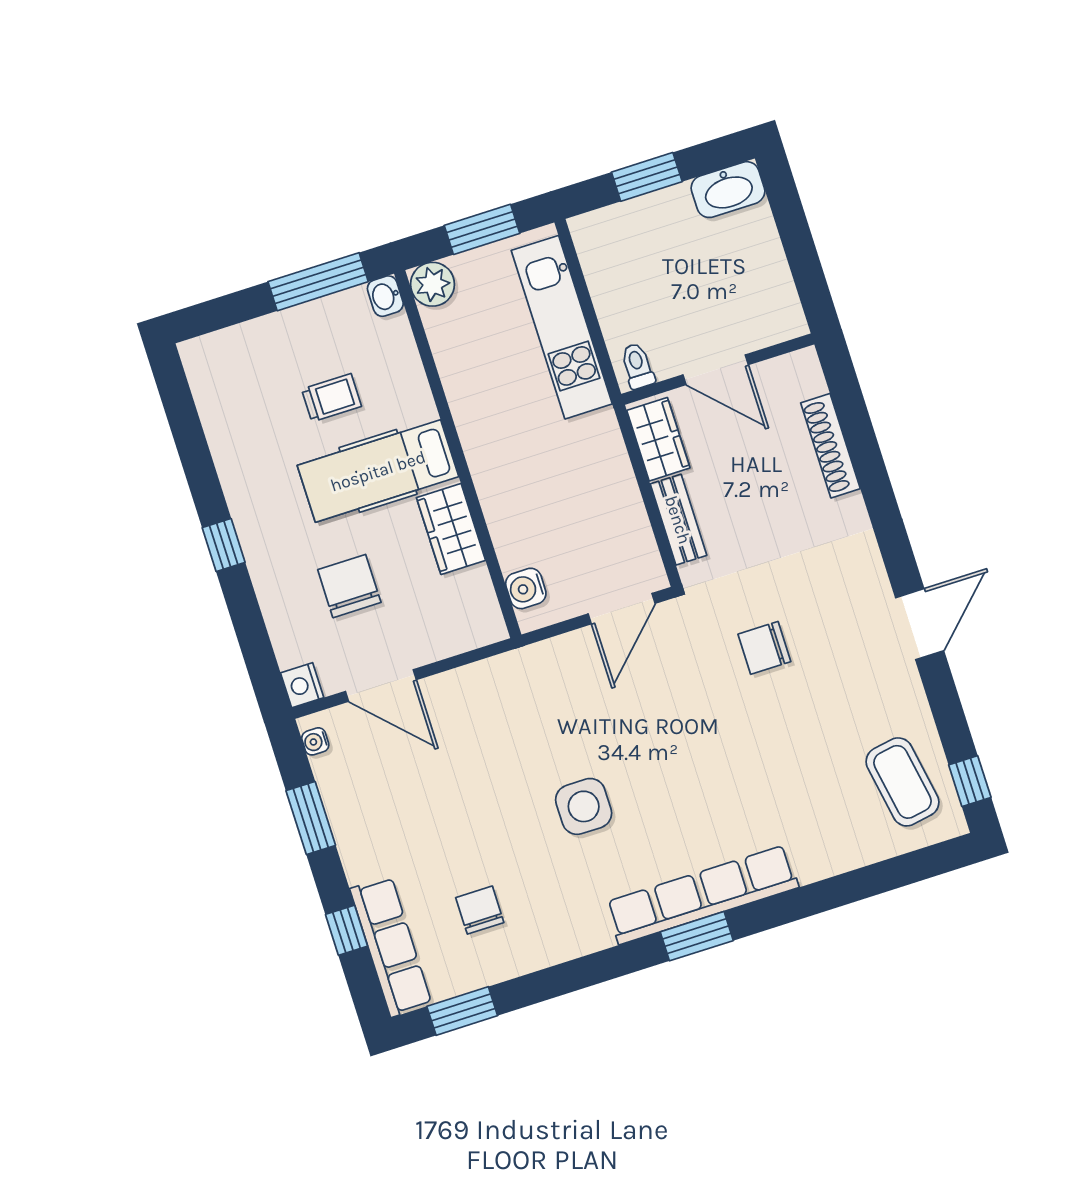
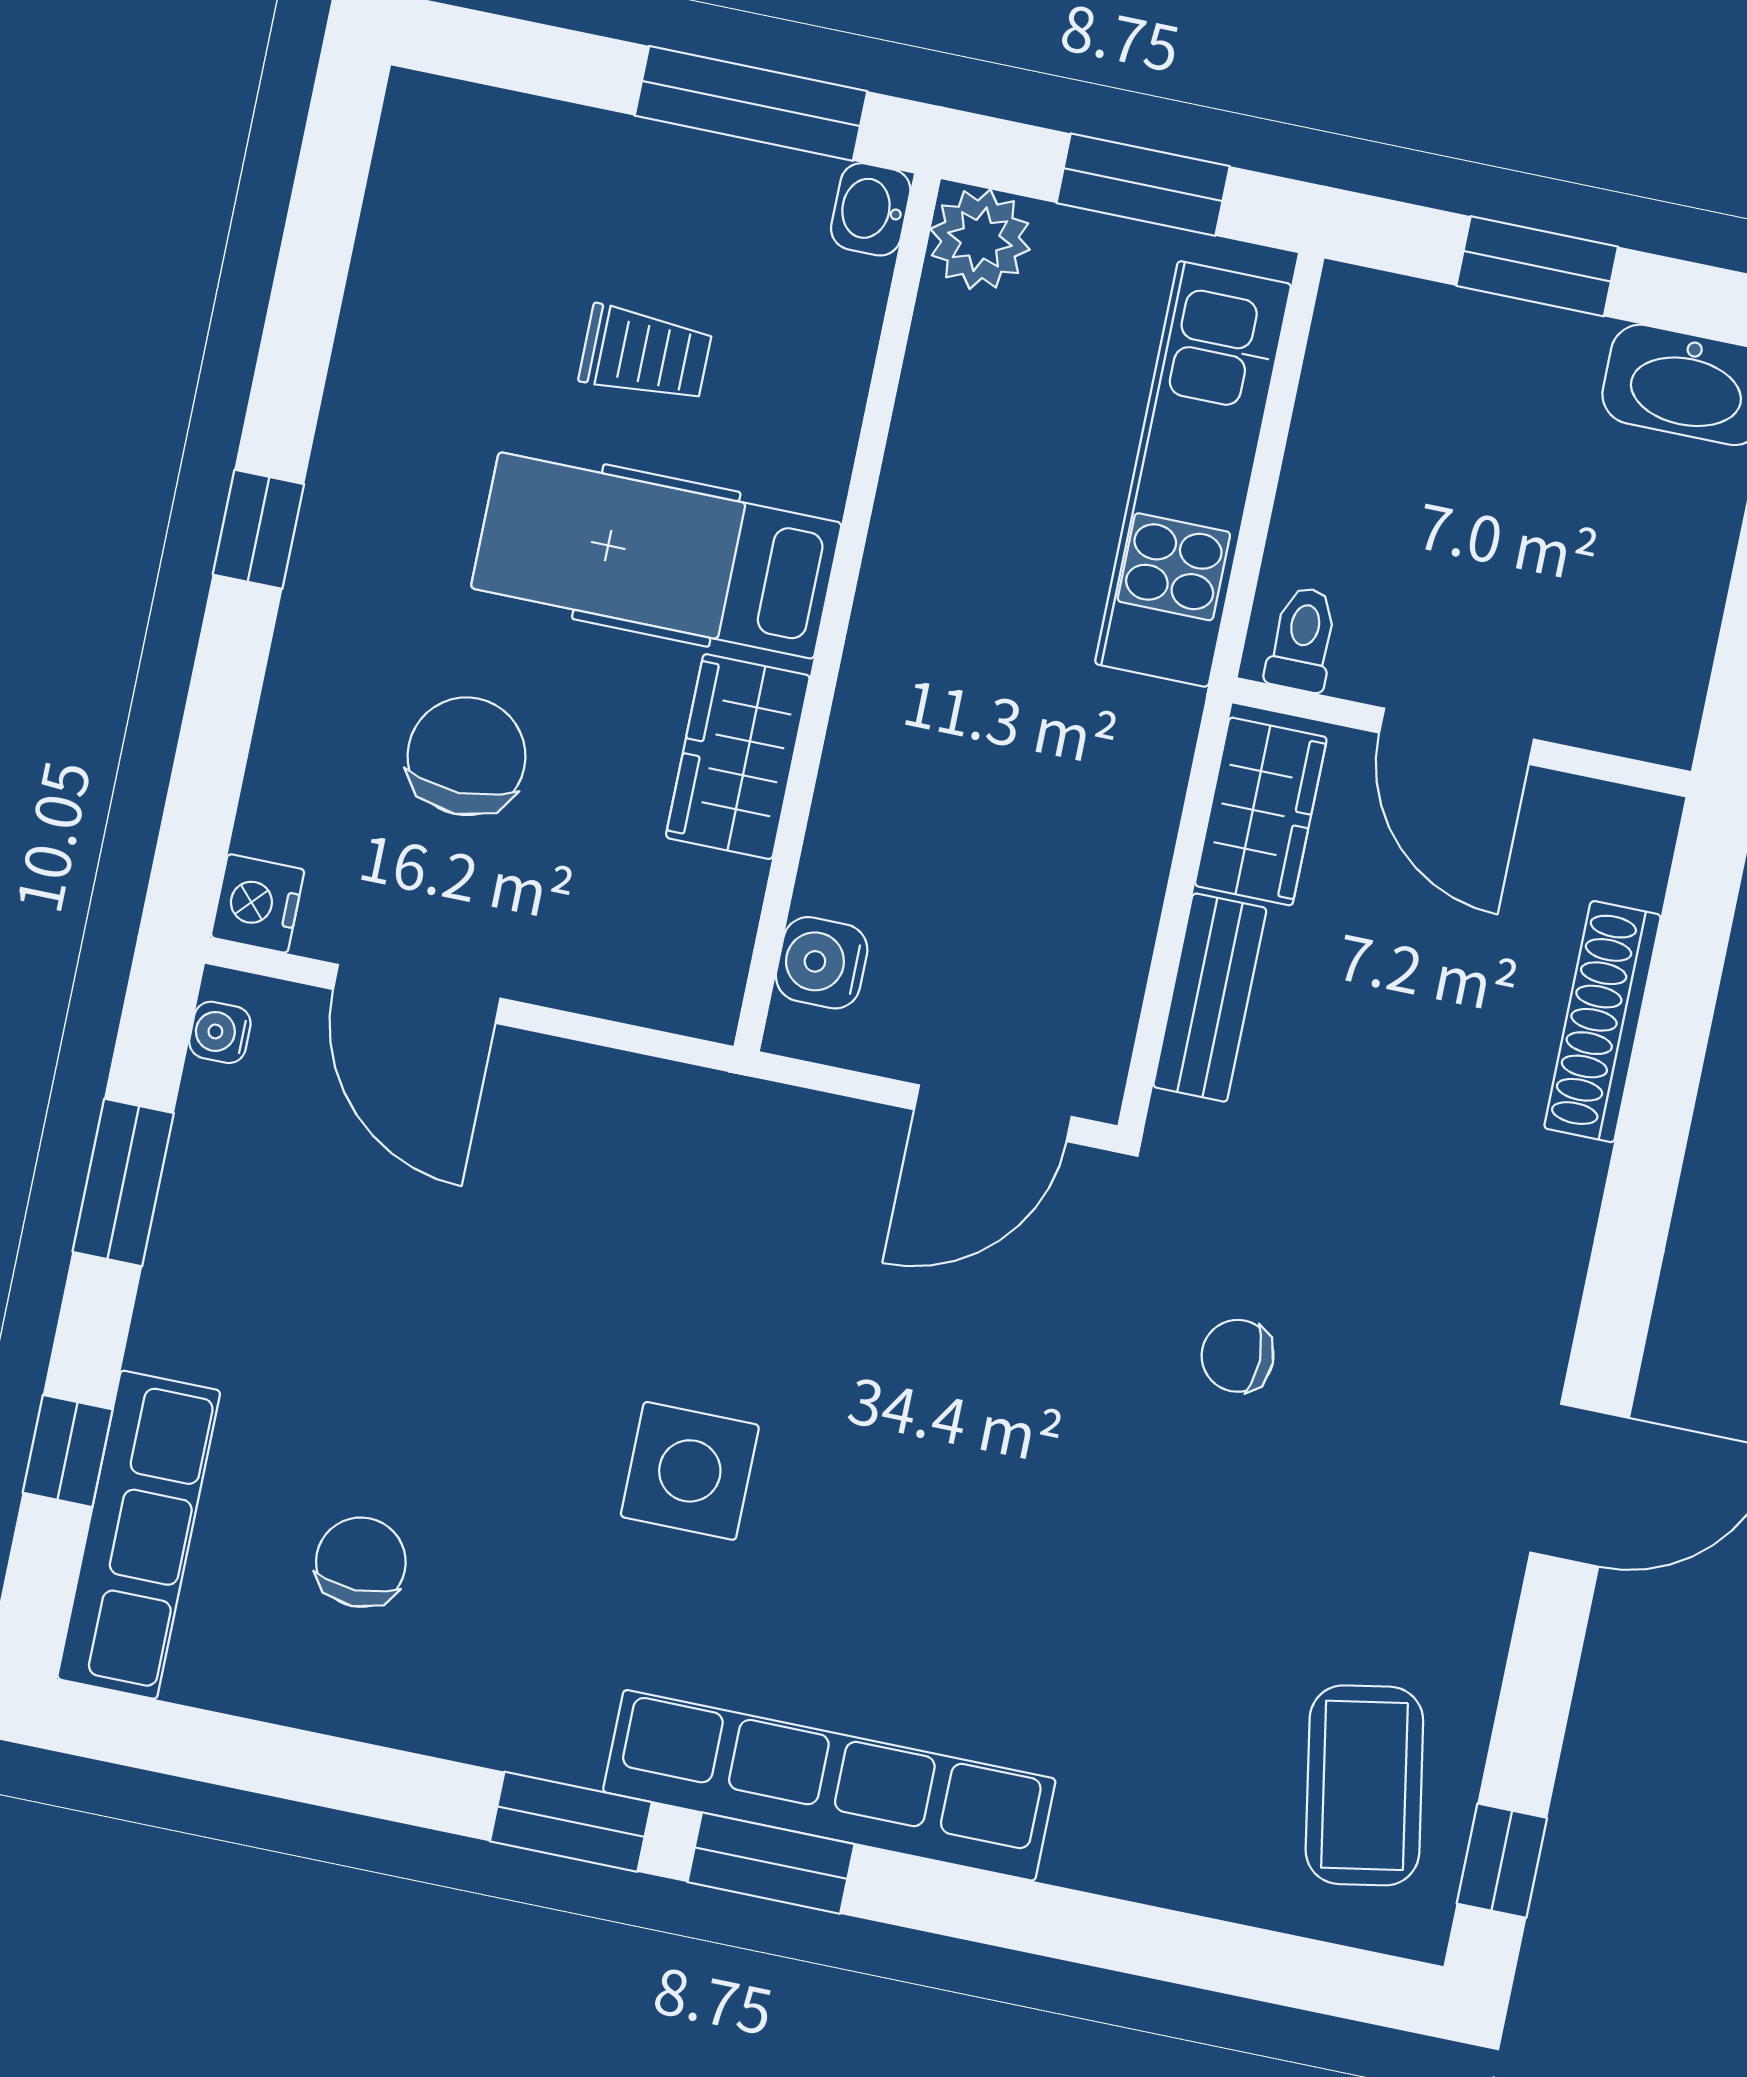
chair: (764, 648) -> (1238, 1356), width x0.73, depth x0.73
window: (462, 1011) -> (571, 1822), moved

